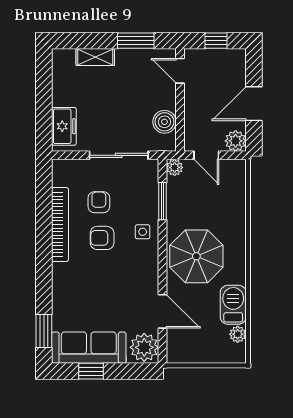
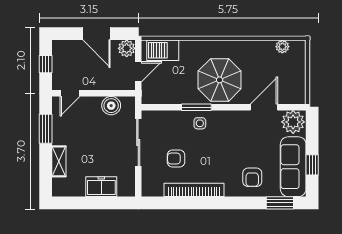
freezer: (64, 126) -> (101, 187), moved
plant: (175, 167) -> (148, 97), removed
window: (162, 201) -> (196, 107), moved
armchair: (102, 238) -> (252, 177), moved
barbecue: (233, 305) -> (163, 50), moved

